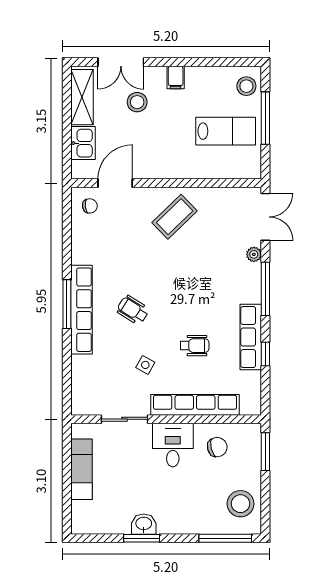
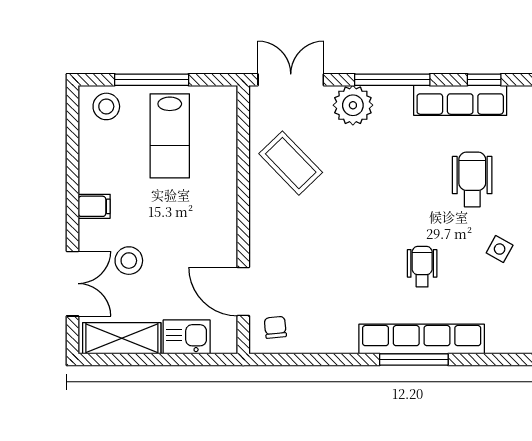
lab bench: (226, 131) -> (170, 136), turned 180
coffee table: (175, 217) -> (291, 163), moved
plant: (254, 254) -> (353, 105), width x1.87, depth x1.87
wheelchair: (133, 310) -> (422, 267), turned 148
wheelchair: (195, 346) -> (472, 179), width x1.36, depth x1.37

